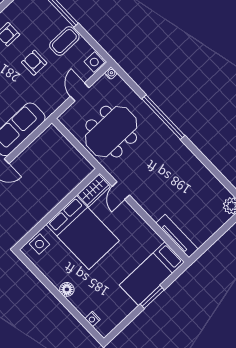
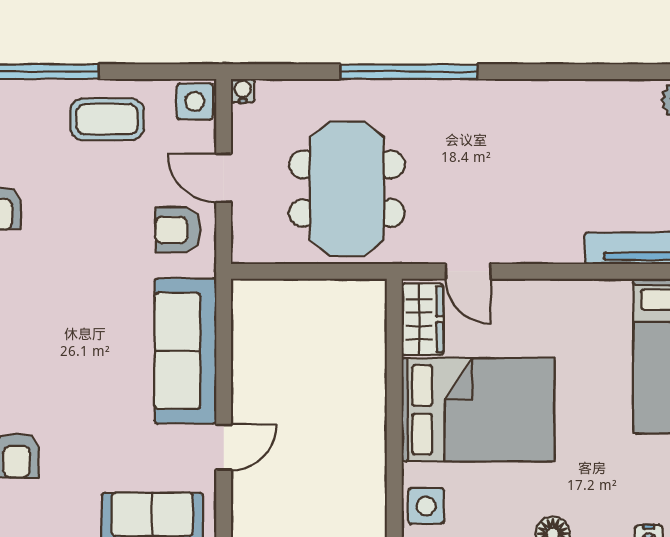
coffee table: (64, 41) -> (107, 119), turned 90
armchair: (34, 63) -> (178, 230), moved

